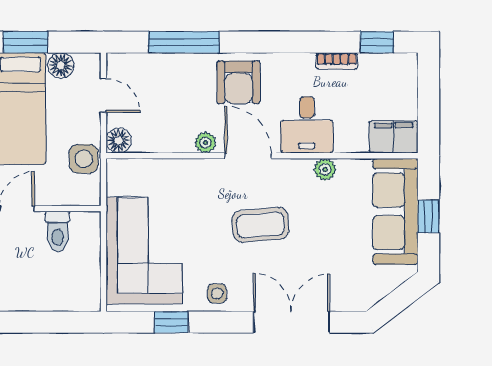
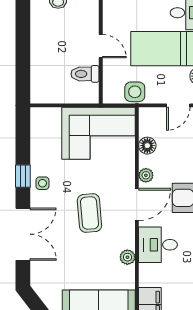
floor lamp: (119, 141) -> (147, 146), moved
corner sofa: (144, 251) -> (99, 133), moved
window: (171, 322) -> (23, 176), moved

